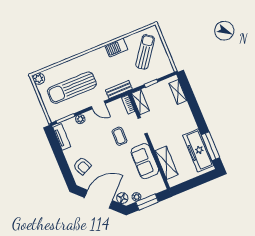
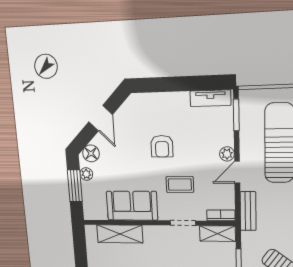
plant: (80, 119) -> (227, 154), moved
armchair: (82, 166) -> (162, 146), moved, turned -65
door: (98, 199) -> (101, 118), width x0.53

